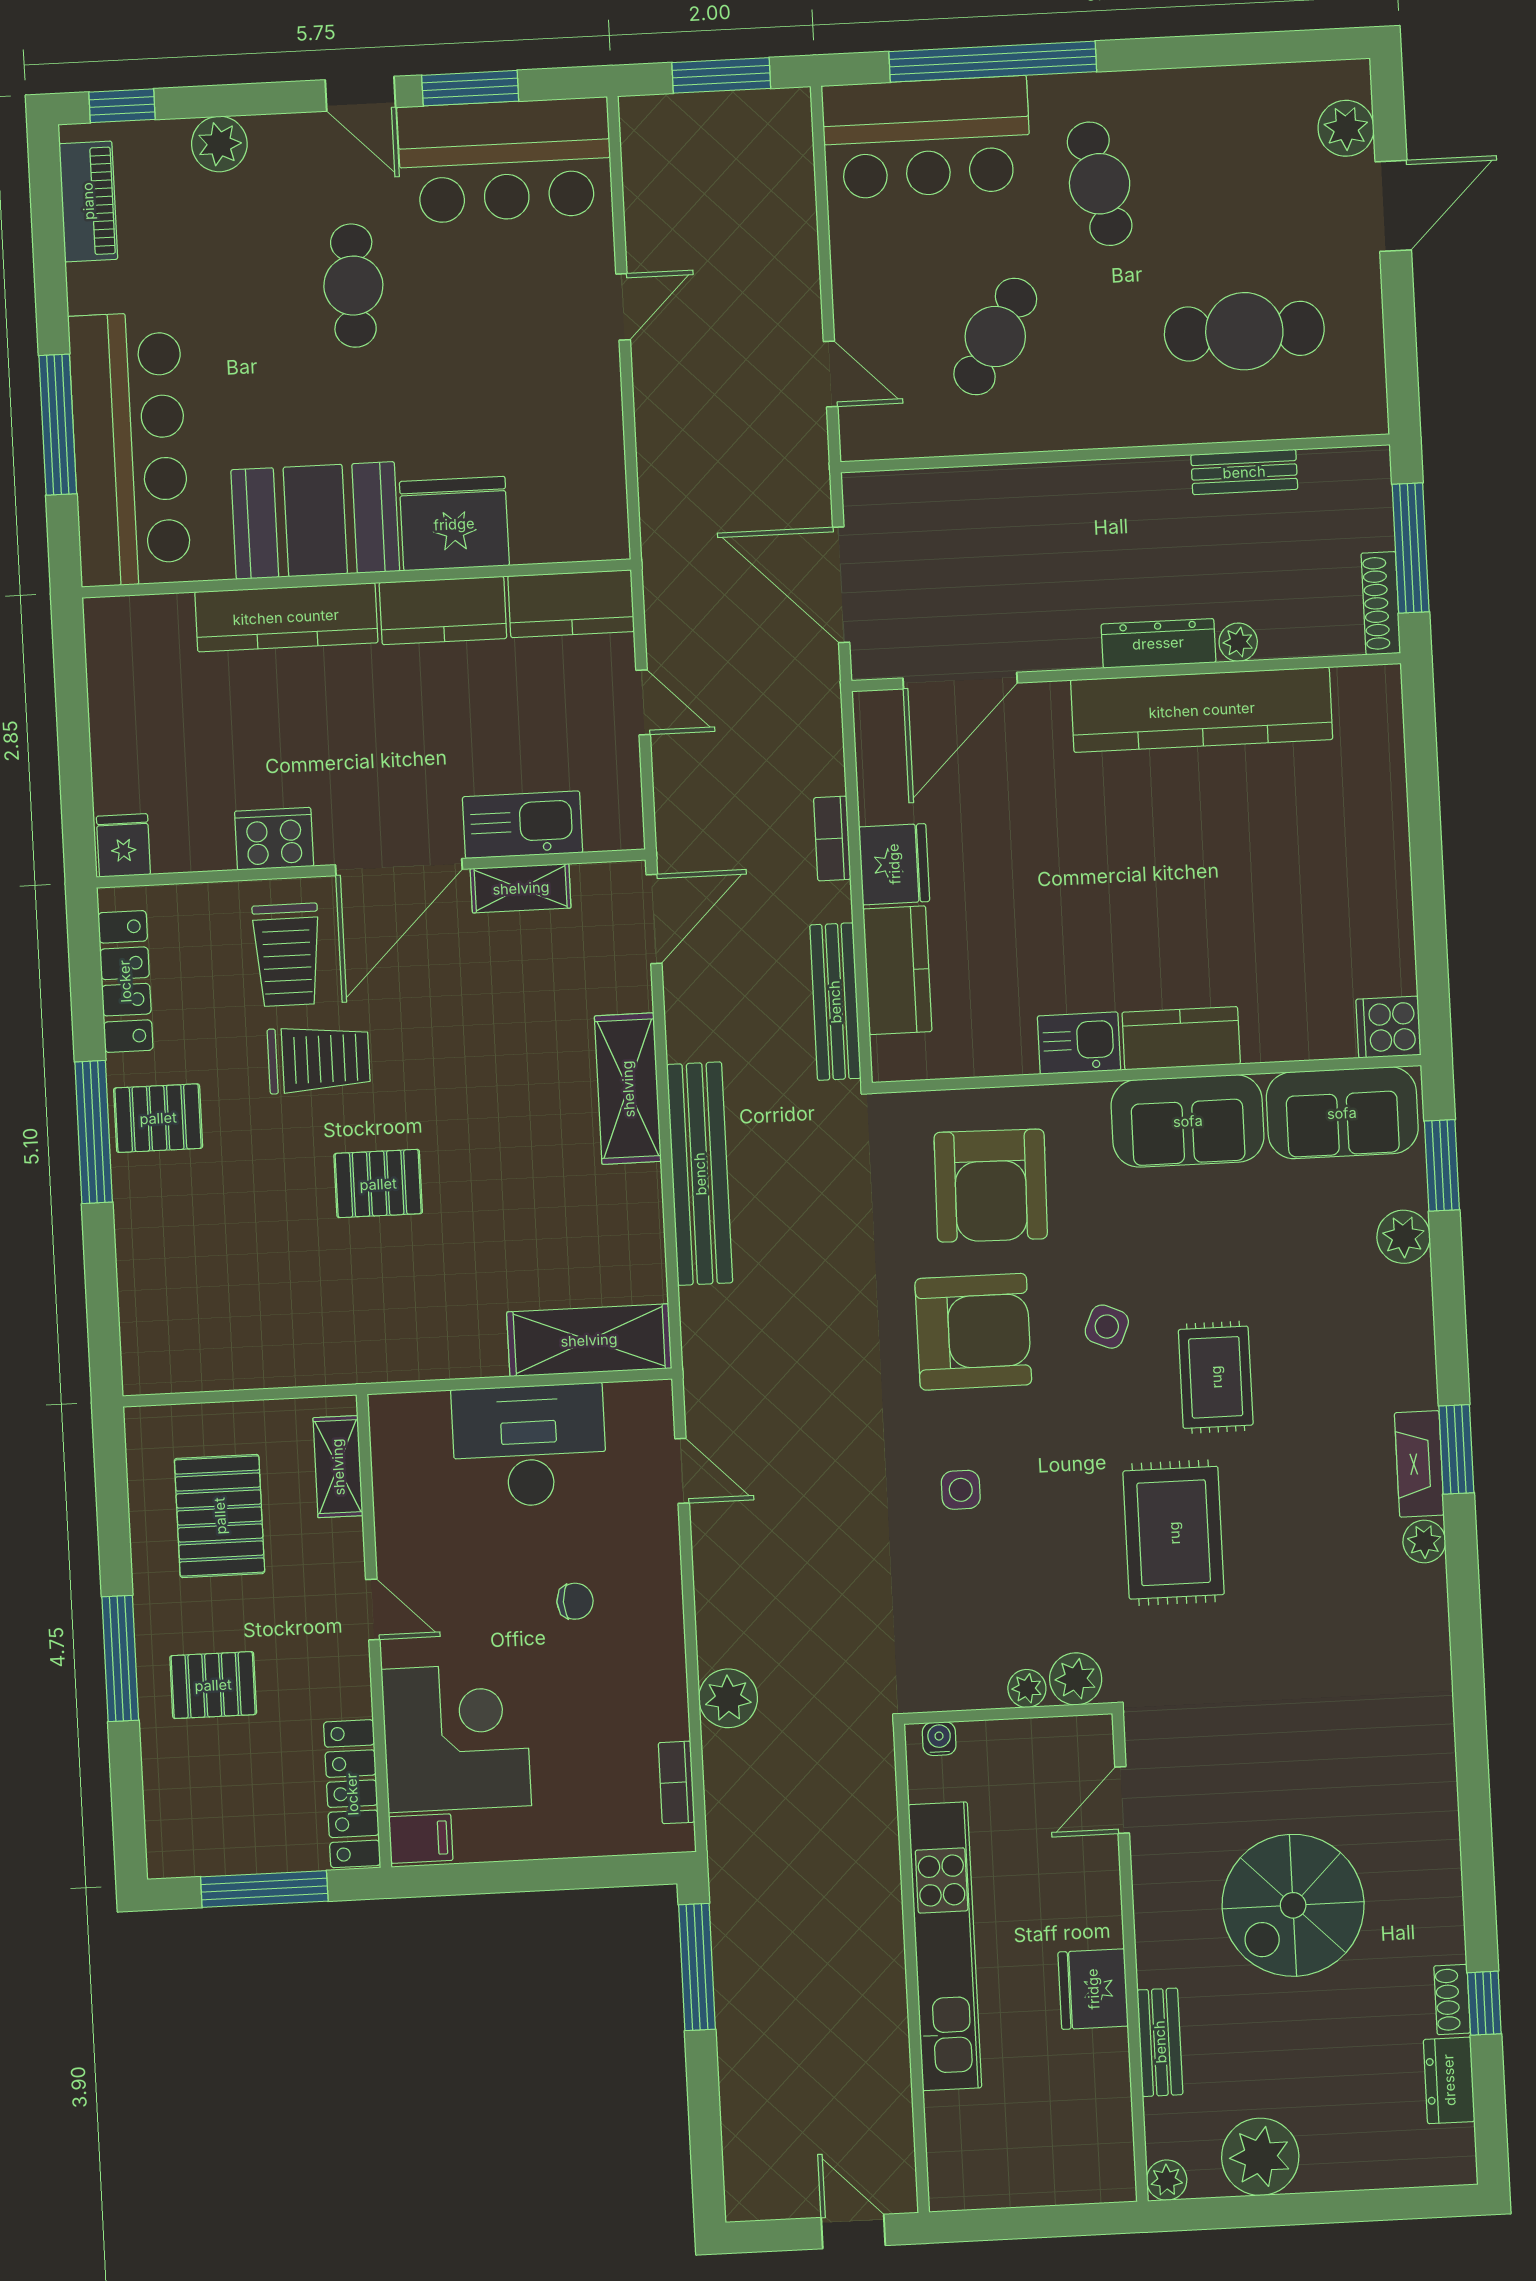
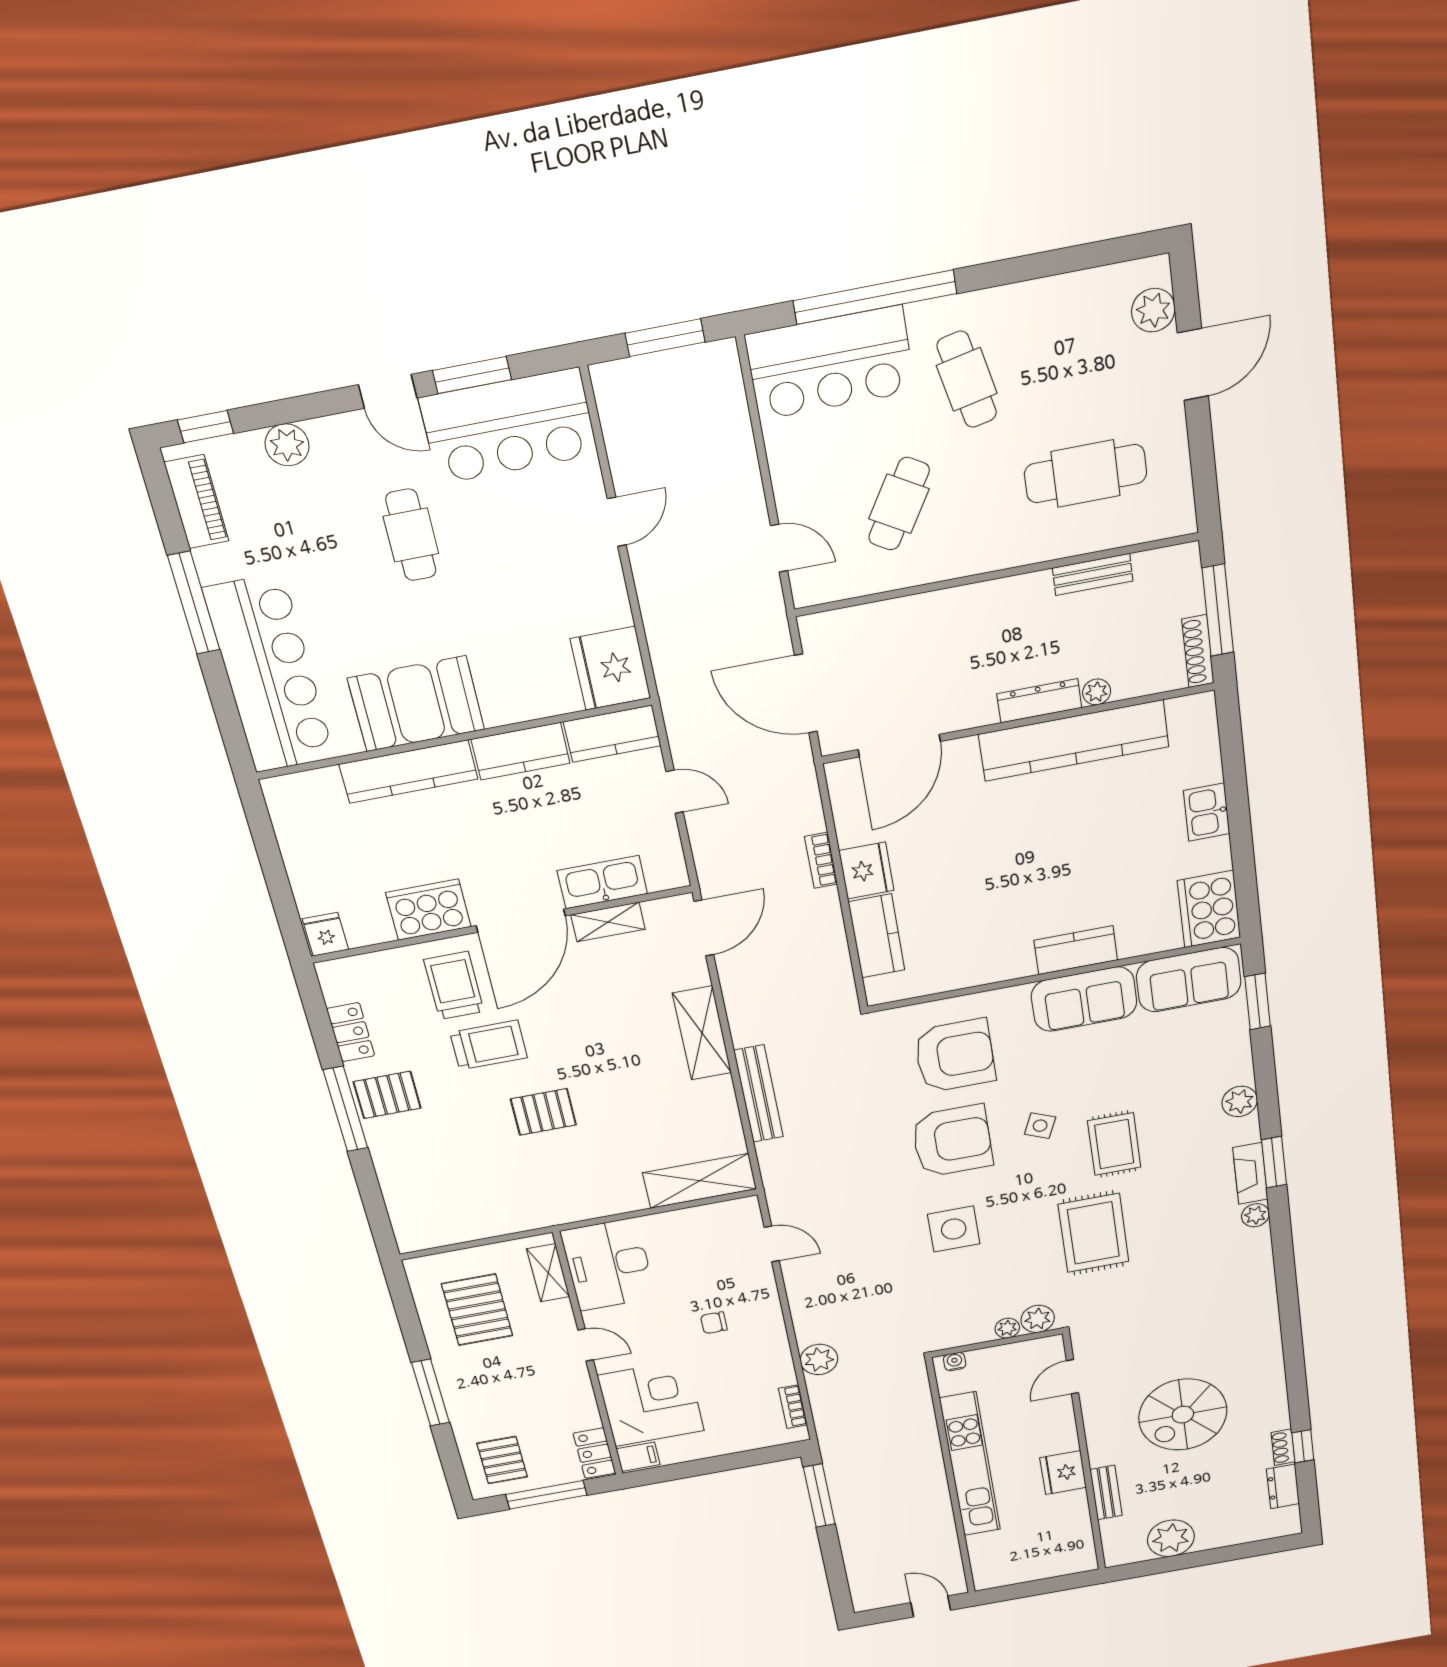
window: (58, 425) -> (194, 603), moved
fridge: (454, 524) -> (611, 668), moved, turned -90
cooker: (274, 839) -> (428, 910), width x1.37, depth x1.31
trolley: (287, 955) -> (454, 986), turned 180
locker: (125, 981) -> (351, 1032), width x0.66
bench: (835, 1002) -> (836, 961), removed
cooker: (1388, 1027) -> (1209, 909), width x1.87, depth x1.31
kitchen sink: (1079, 1043) -> (1207, 812), moved, turned -90
bench: (700, 1174) -> (759, 1094), width x0.73, depth x0.82
armchair: (991, 1186) -> (955, 1056), turned -91
plant: (1404, 1237) -> (1240, 1101), moved
desk: (529, 1446) -> (608, 1265), moved, turned -90
side table: (961, 1490) -> (954, 1229), width x1.87, depth x1.87
chair: (575, 1601) -> (714, 1323), turned 180
pallet: (213, 1685) -> (502, 1460), moved, turned 90
locker: (352, 1794) -> (594, 1453), width x0.66
plant: (1167, 2180) -> (1116, 1557), removed

